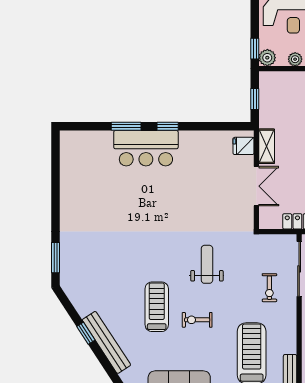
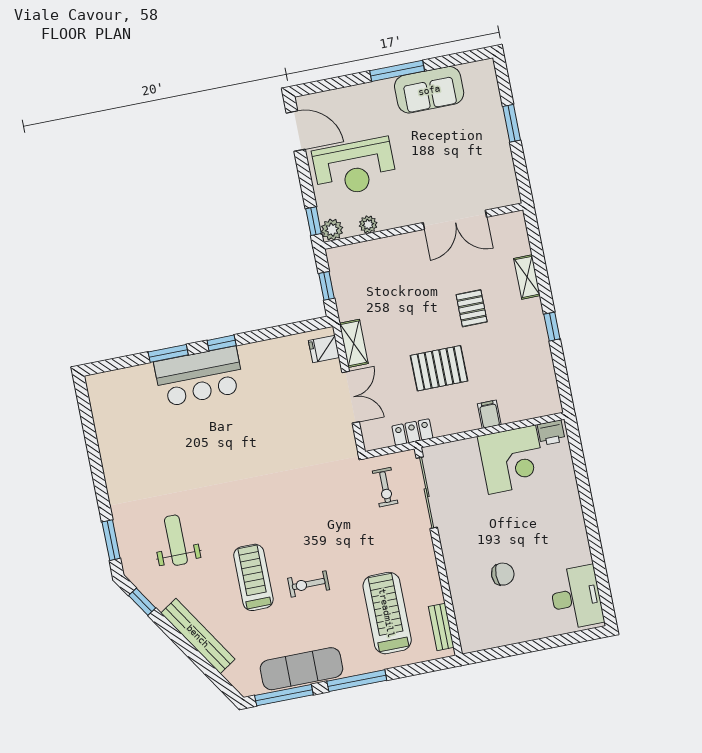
weight bench: (207, 264) -> (176, 540), moved
exercise bike: (269, 288) -> (385, 487), moved
window: (86, 333) -> (142, 602), moved

